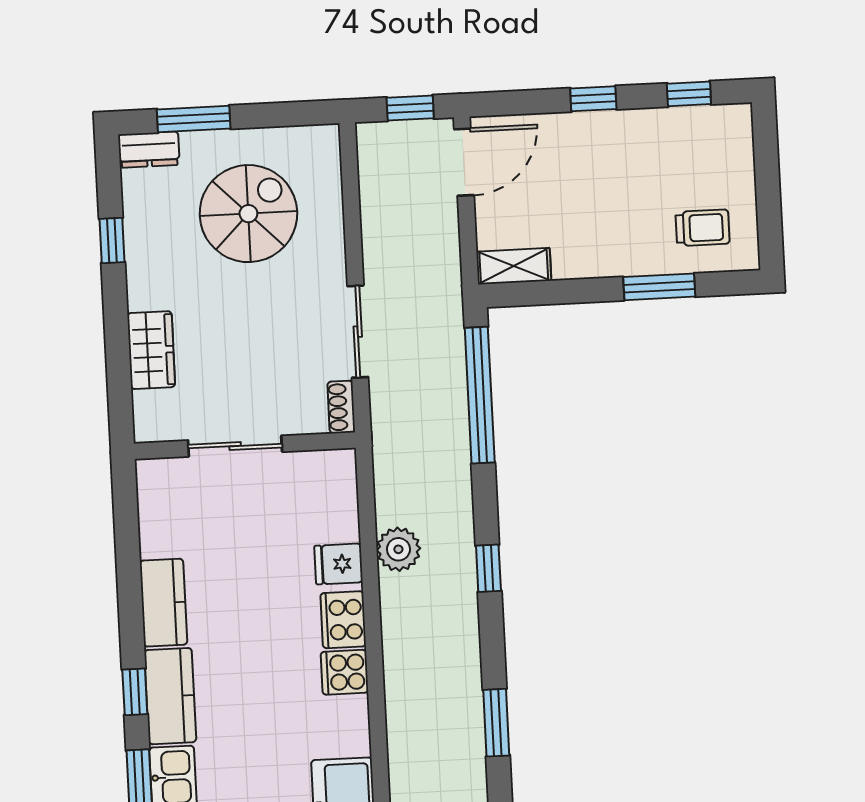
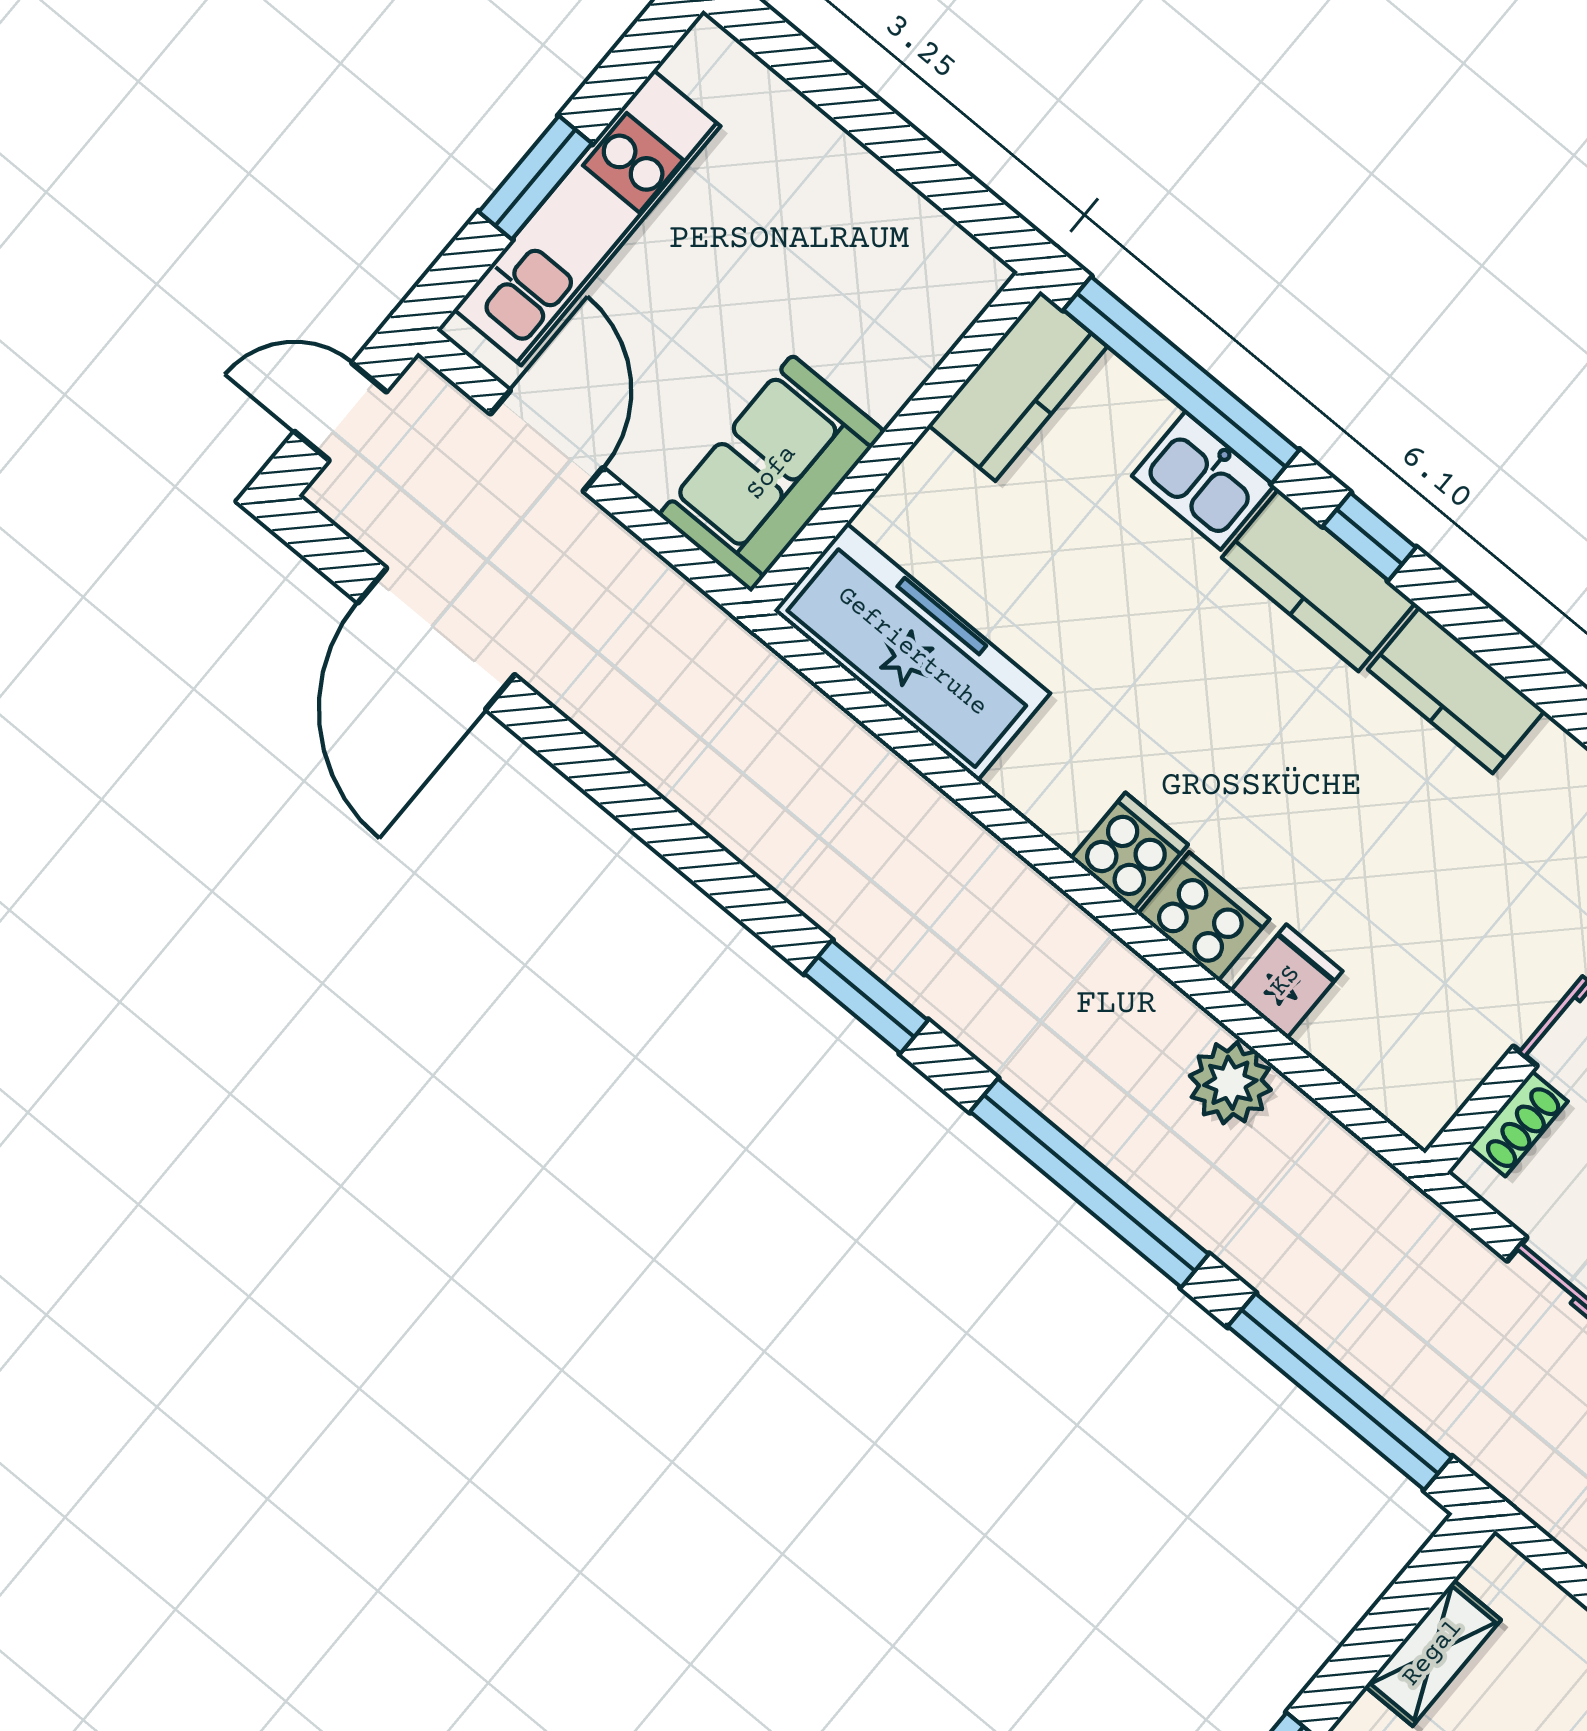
shelving: (514, 266) -> (1433, 1653), moved
shoe rack: (341, 407) -> (1518, 1124), moved, turned 90
window: (488, 568) -> (1089, 1183), width x3.17

